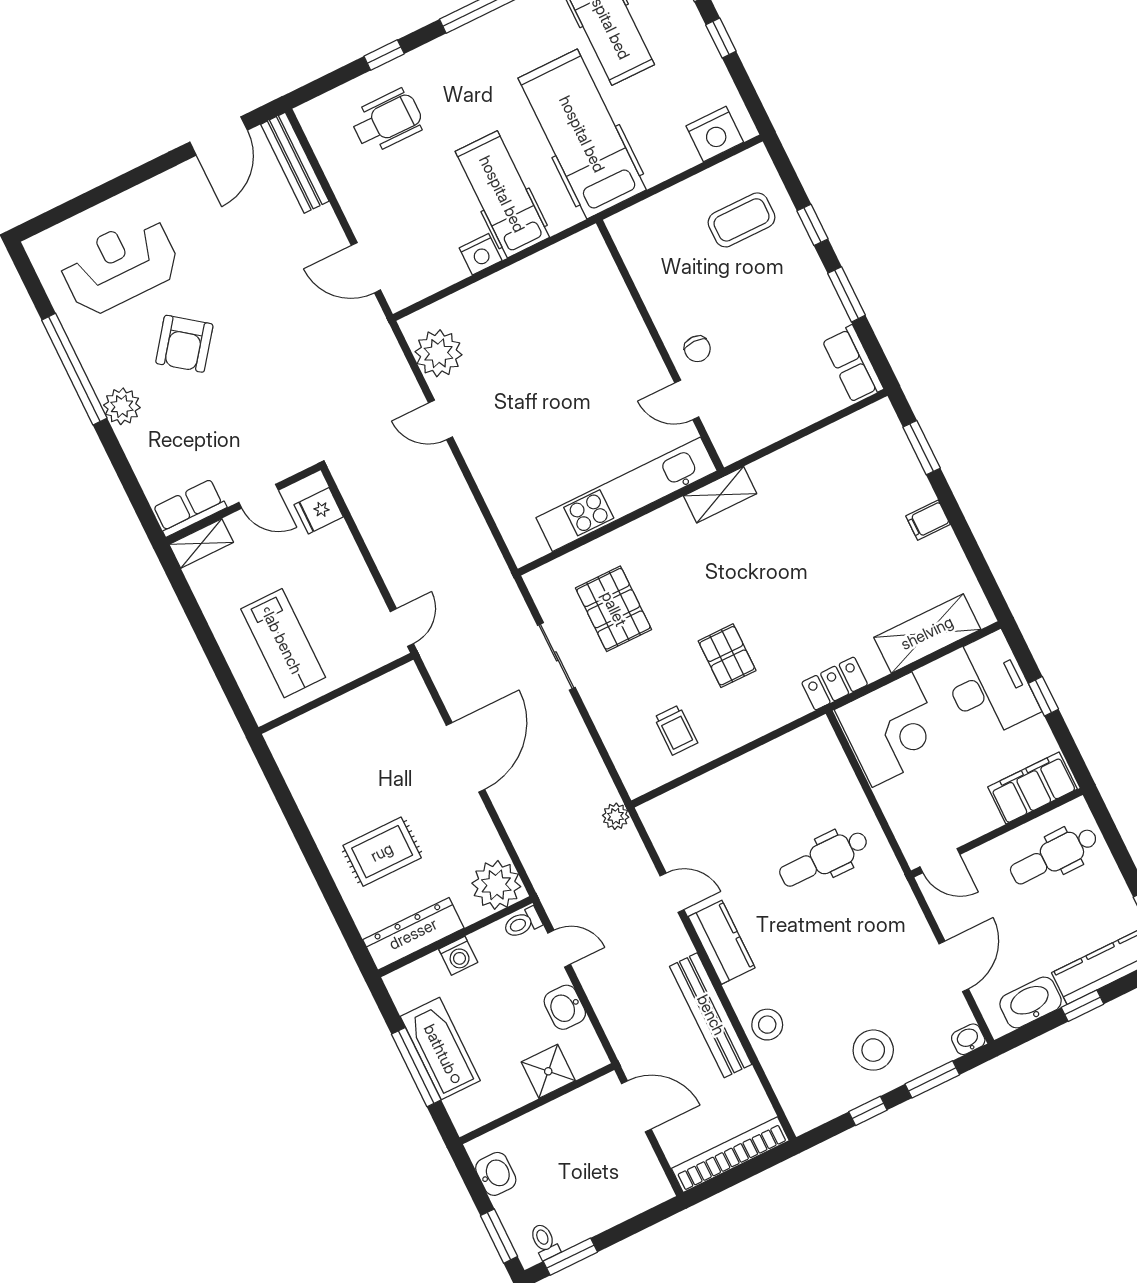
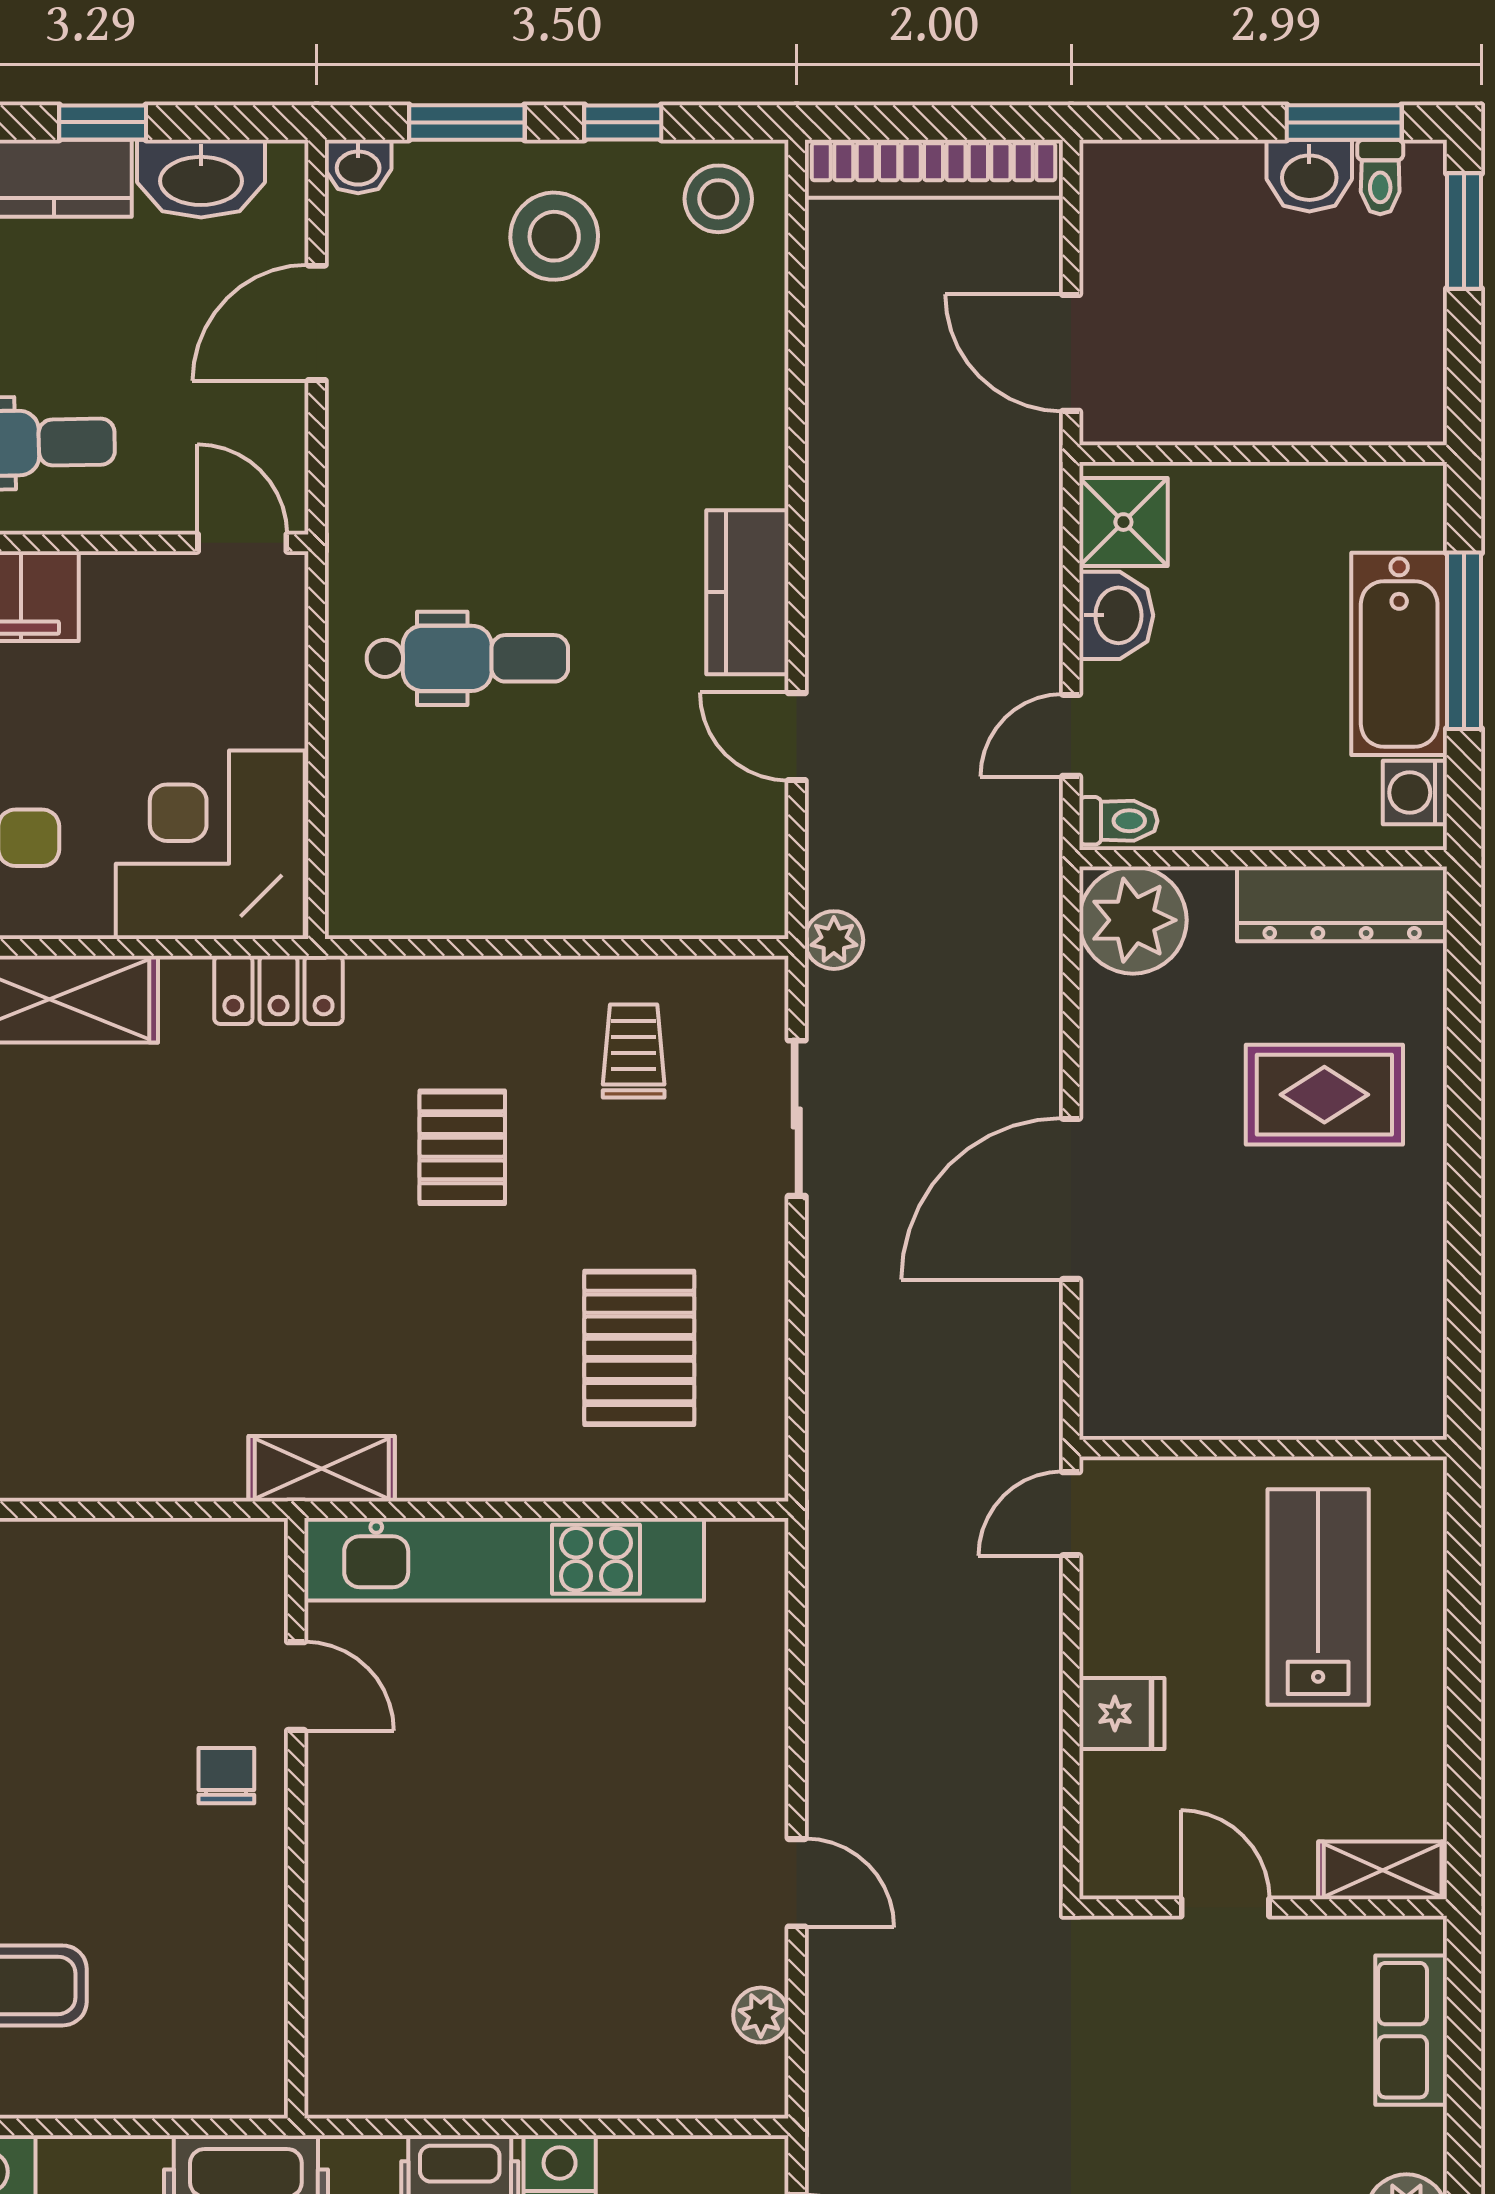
plant: (438, 353) -> (761, 2015), width x0.53, depth x0.53
row of seats: (189, 508) -> (1411, 2030), moved, turned 90
fridge: (319, 511) -> (1122, 1714), moved
sliding door: (556, 656) -> (797, 1118), moved
door: (559, 949) -> (1071, 735), hinge flipped
washing machine: (458, 956) -> (1415, 793), moved, turned -90
bench: (711, 1015) -> (839, 460), removed
stool: (767, 1025) -> (718, 199), moved
shower: (548, 1071) -> (1123, 522), moved
washbasin: (496, 1174) -> (1309, 176), moved, turned -90

